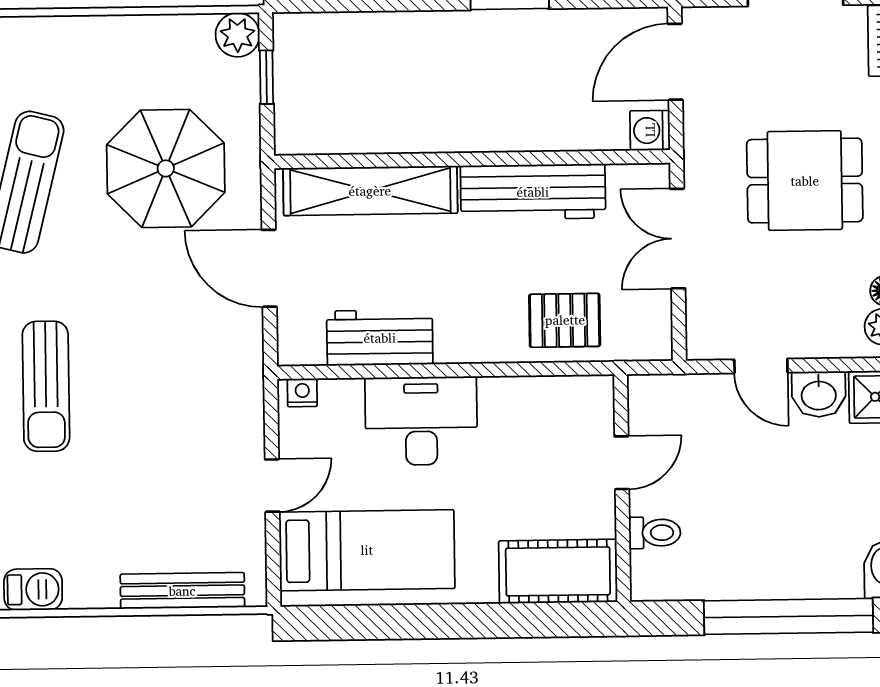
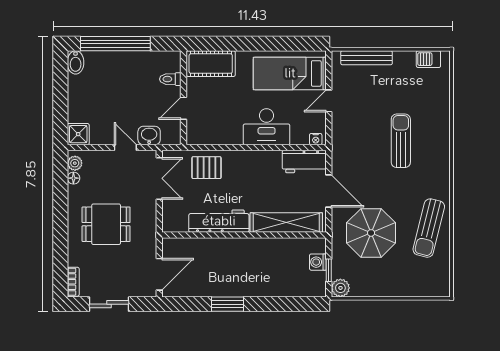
washing machine: (650, 130) -> (318, 262), moved, turned 180
double door: (678, 239) -> (159, 178), moved
workbench: (380, 338) -> (304, 162), moved
sun lounger: (46, 386) -> (401, 141), moved
washbasin: (819, 394) -> (149, 136), moved

